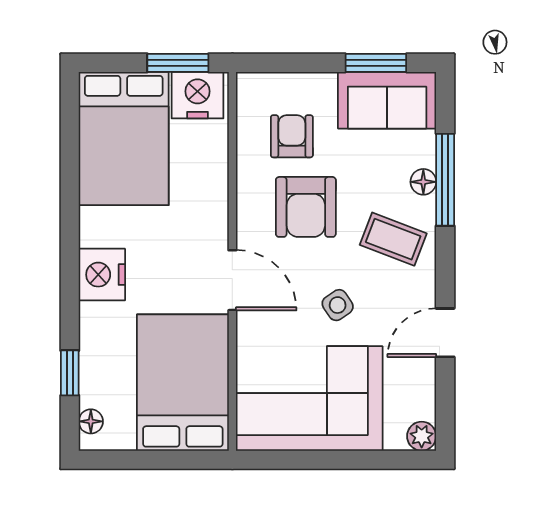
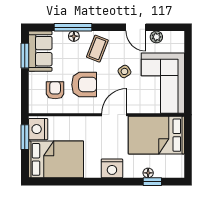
armchair: (292, 136) -> (55, 90), turned 90
floor lamp: (91, 421) -> (148, 173), moved
plant: (422, 436) -> (156, 37), moved

